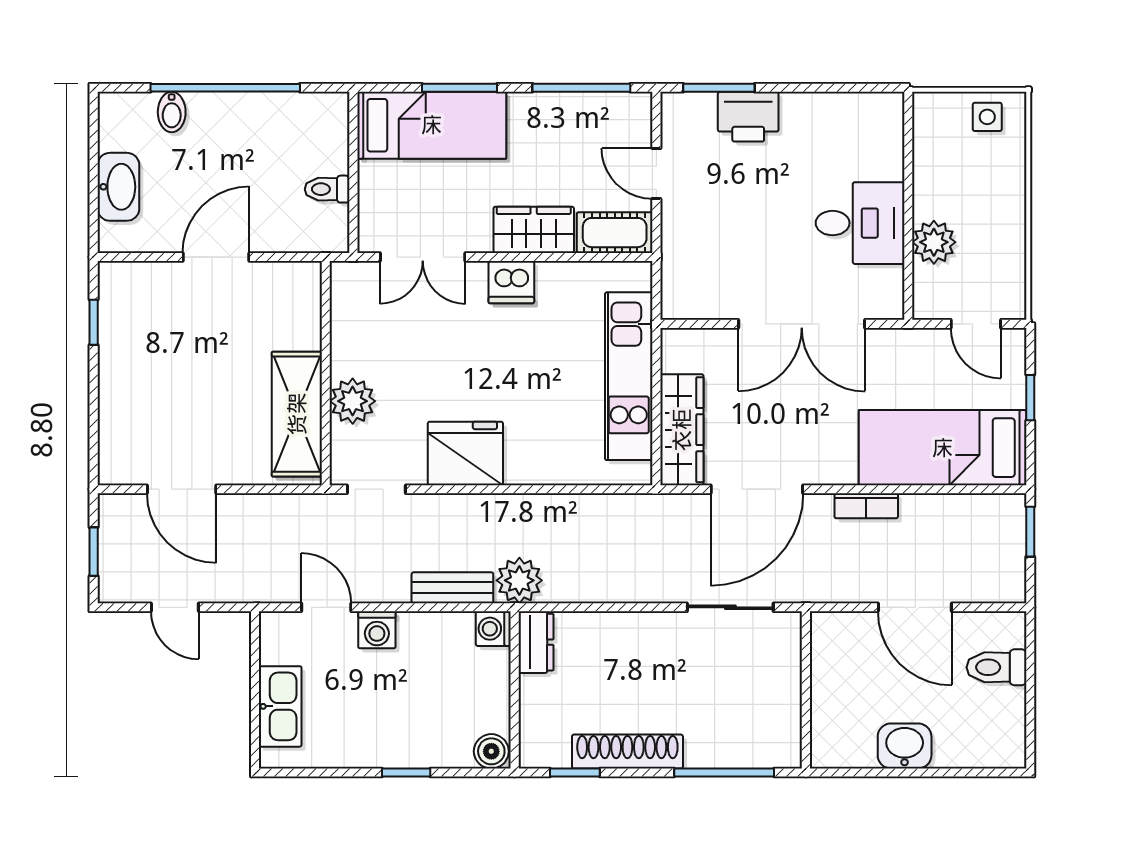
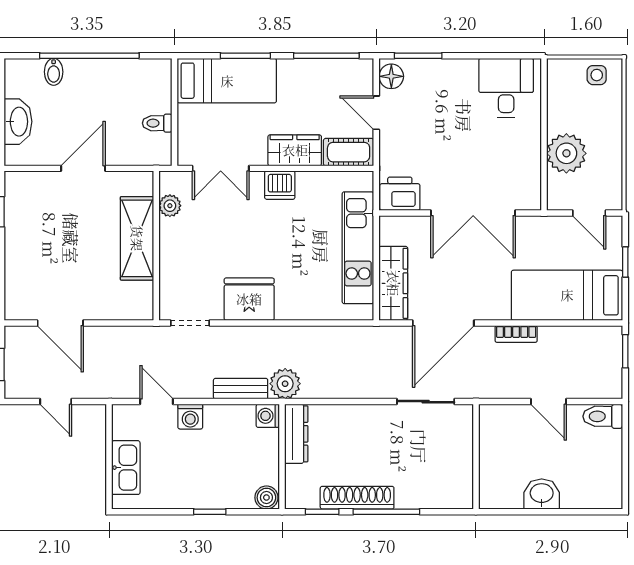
printer: (748, 117) -> (400, 194), moved, turned 180
floor lamp: (679, 119) -> (391, 76), added
desk: (860, 223) -> (506, 88), moved, turned -90
plant: (934, 242) -> (566, 153), width x1.36, depth x1.36
plant: (353, 401) -> (170, 206), moved, width x0.73, depth x0.73
shelving: (297, 414) -> (137, 238), moved
door: (915, 607) -> (548, 402), width x0.73
dresser: (536, 642) -> (296, 434), width x1.44
toilet: (996, 667) -> (603, 416), moved
window: (724, 773) -> (386, 512), moved

